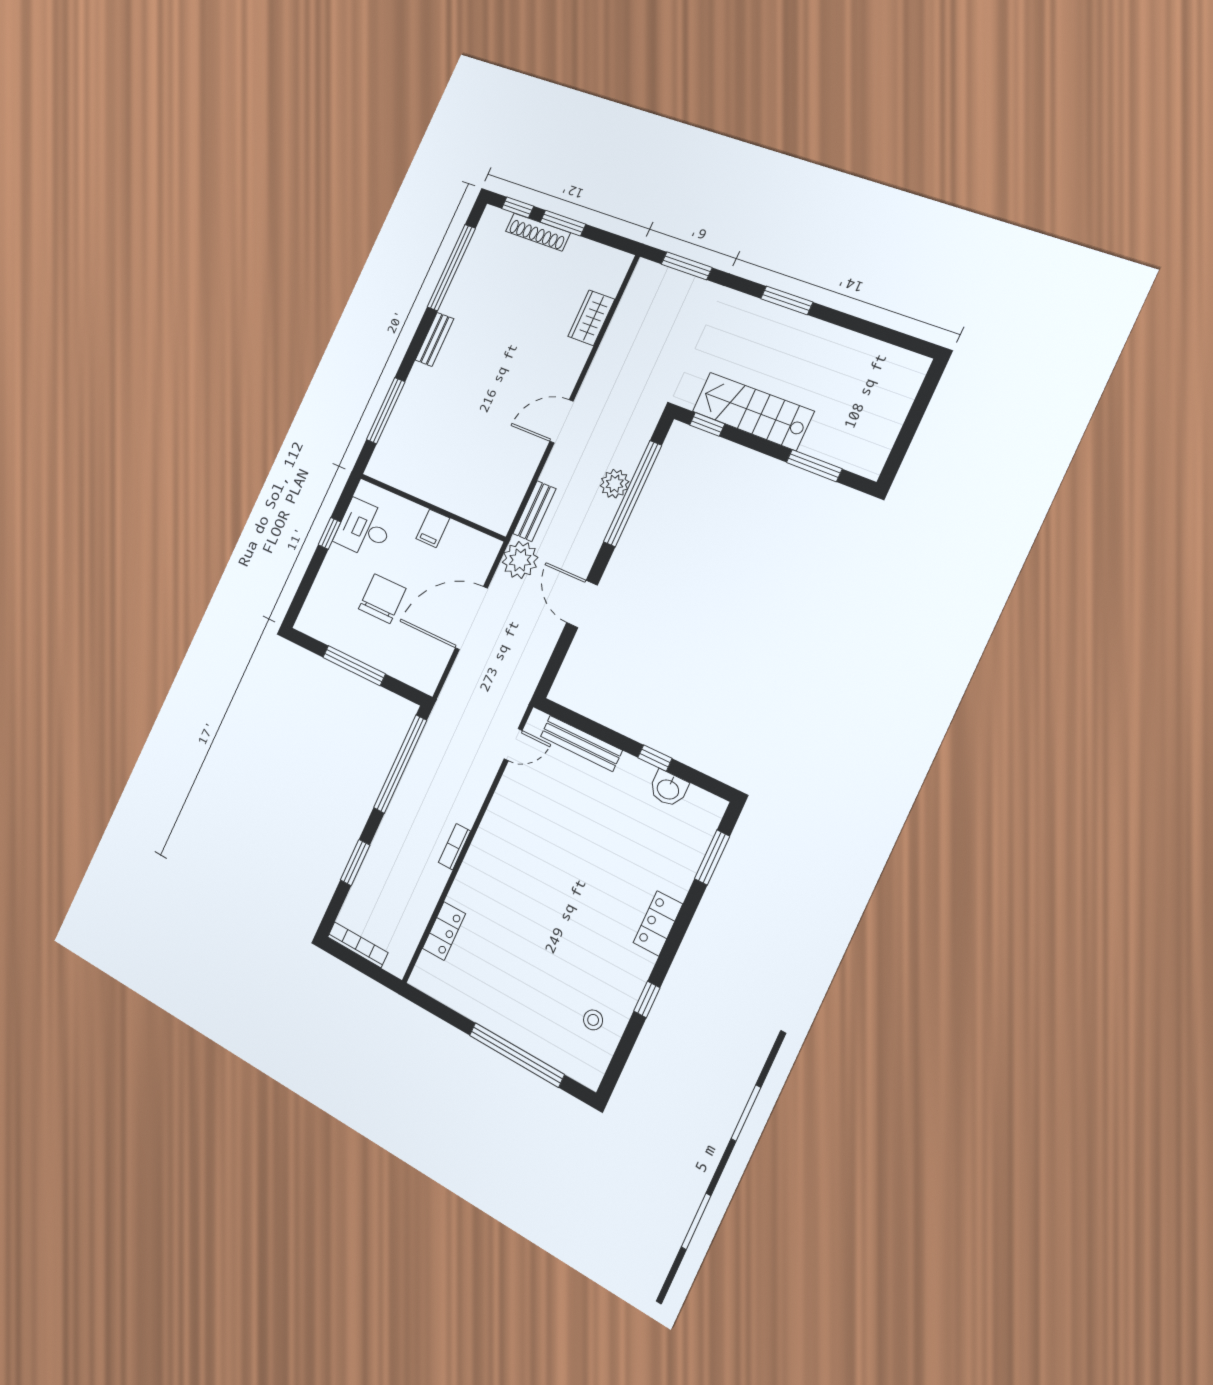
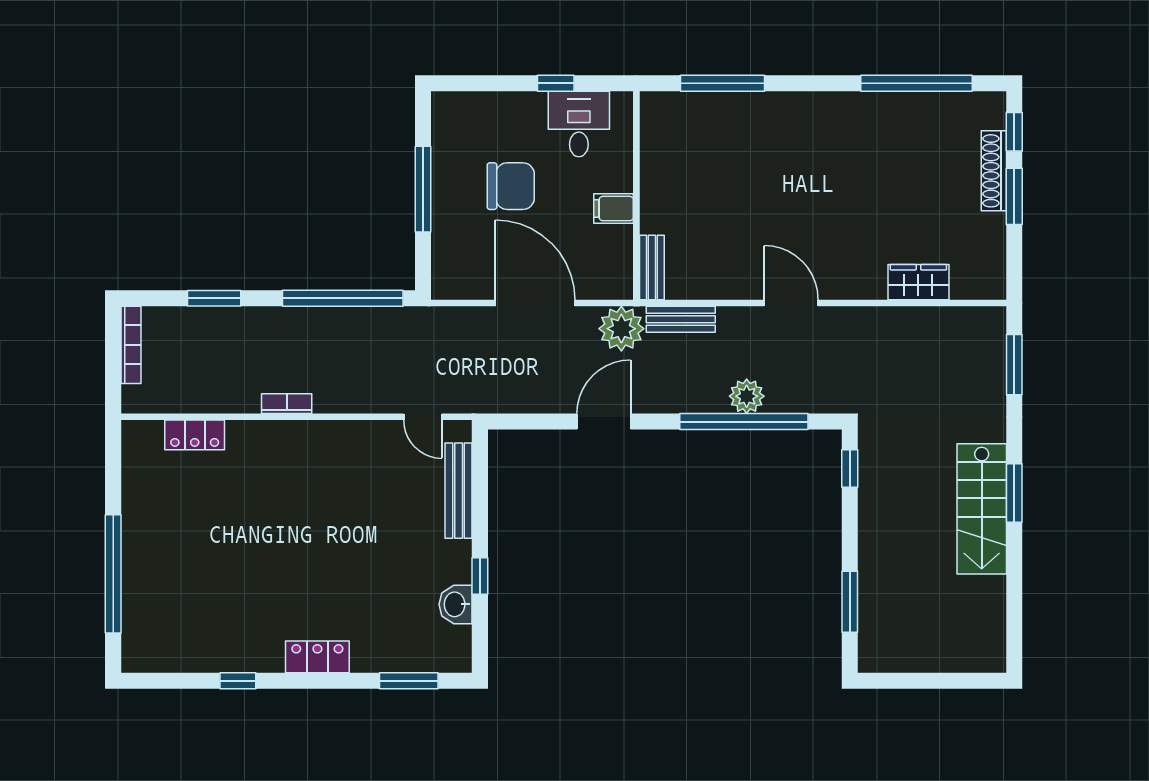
bench: (434, 339) -> (652, 267), moved, turned 90
stairs: (753, 411) -> (982, 509), moved, turned 180
stool: (593, 1020) -> (189, 636), removed

